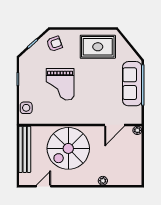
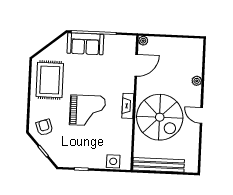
grand piano: (60, 84) -> (88, 110), moved
sofa: (132, 84) -> (85, 44), width x0.73
fireplace: (77, 119) -> (128, 106), added
door: (115, 125) -> (136, 65), hinge flipped
door: (44, 186) -> (201, 115), moved

